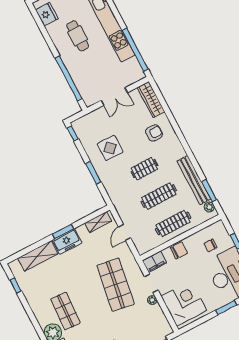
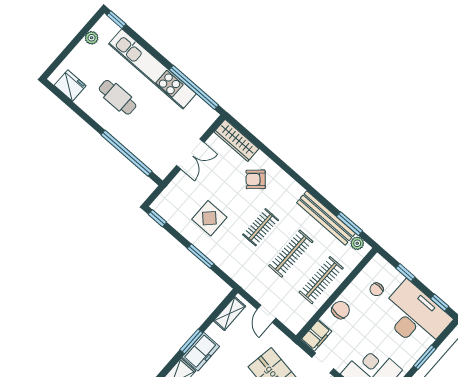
armchair: (154, 133) -> (256, 179), turned -132

